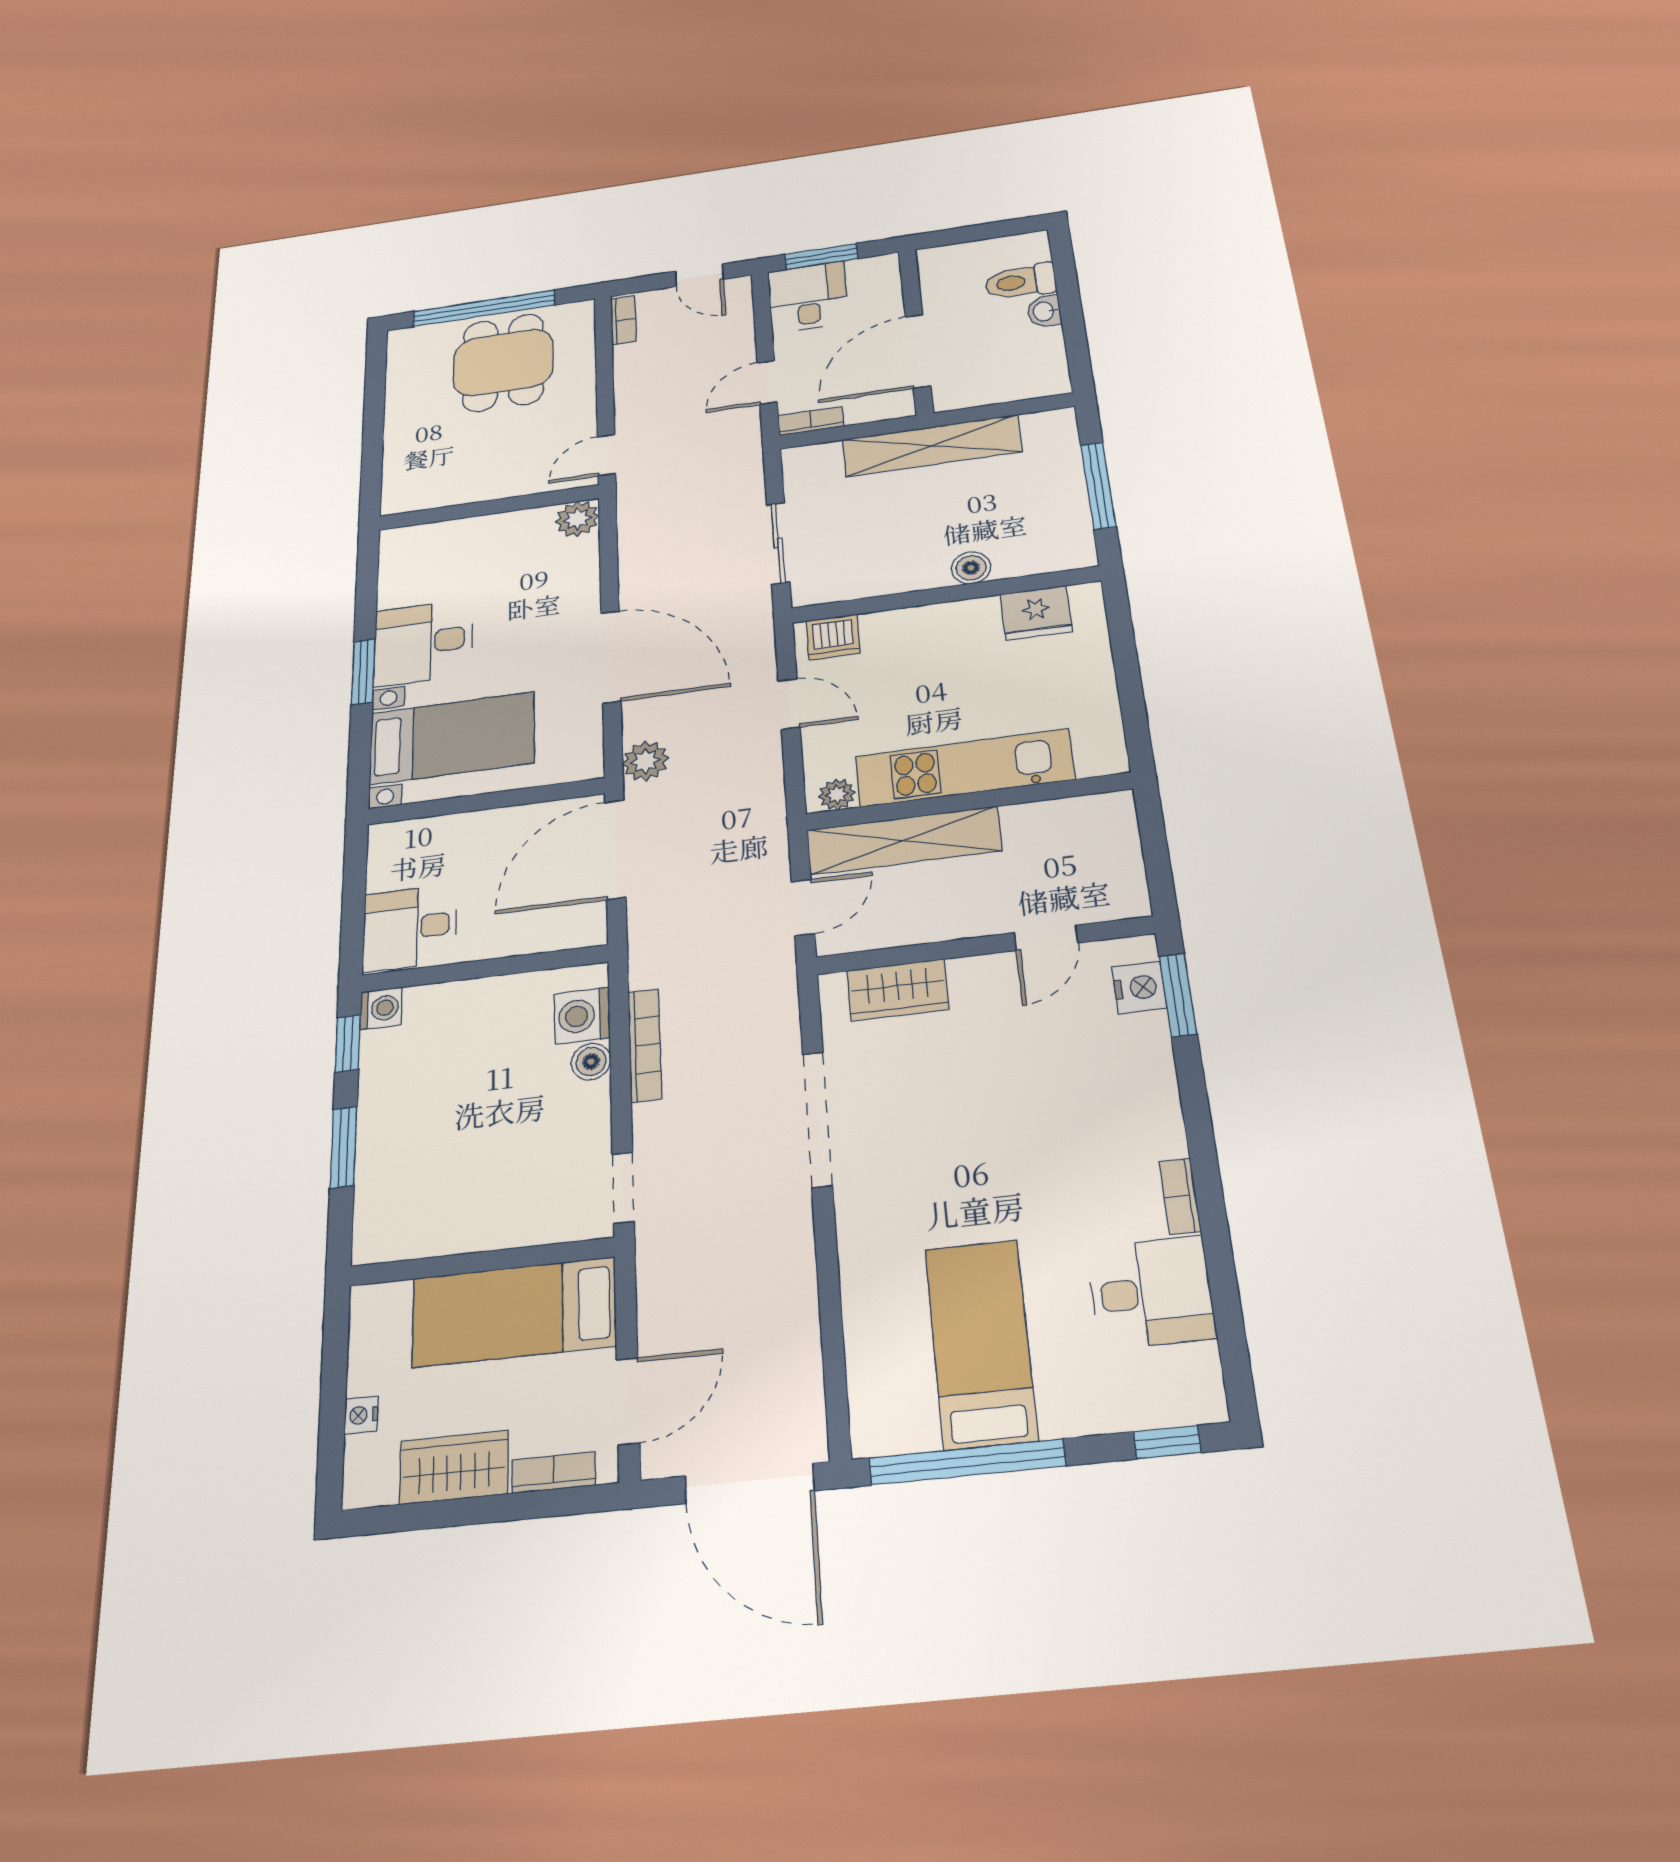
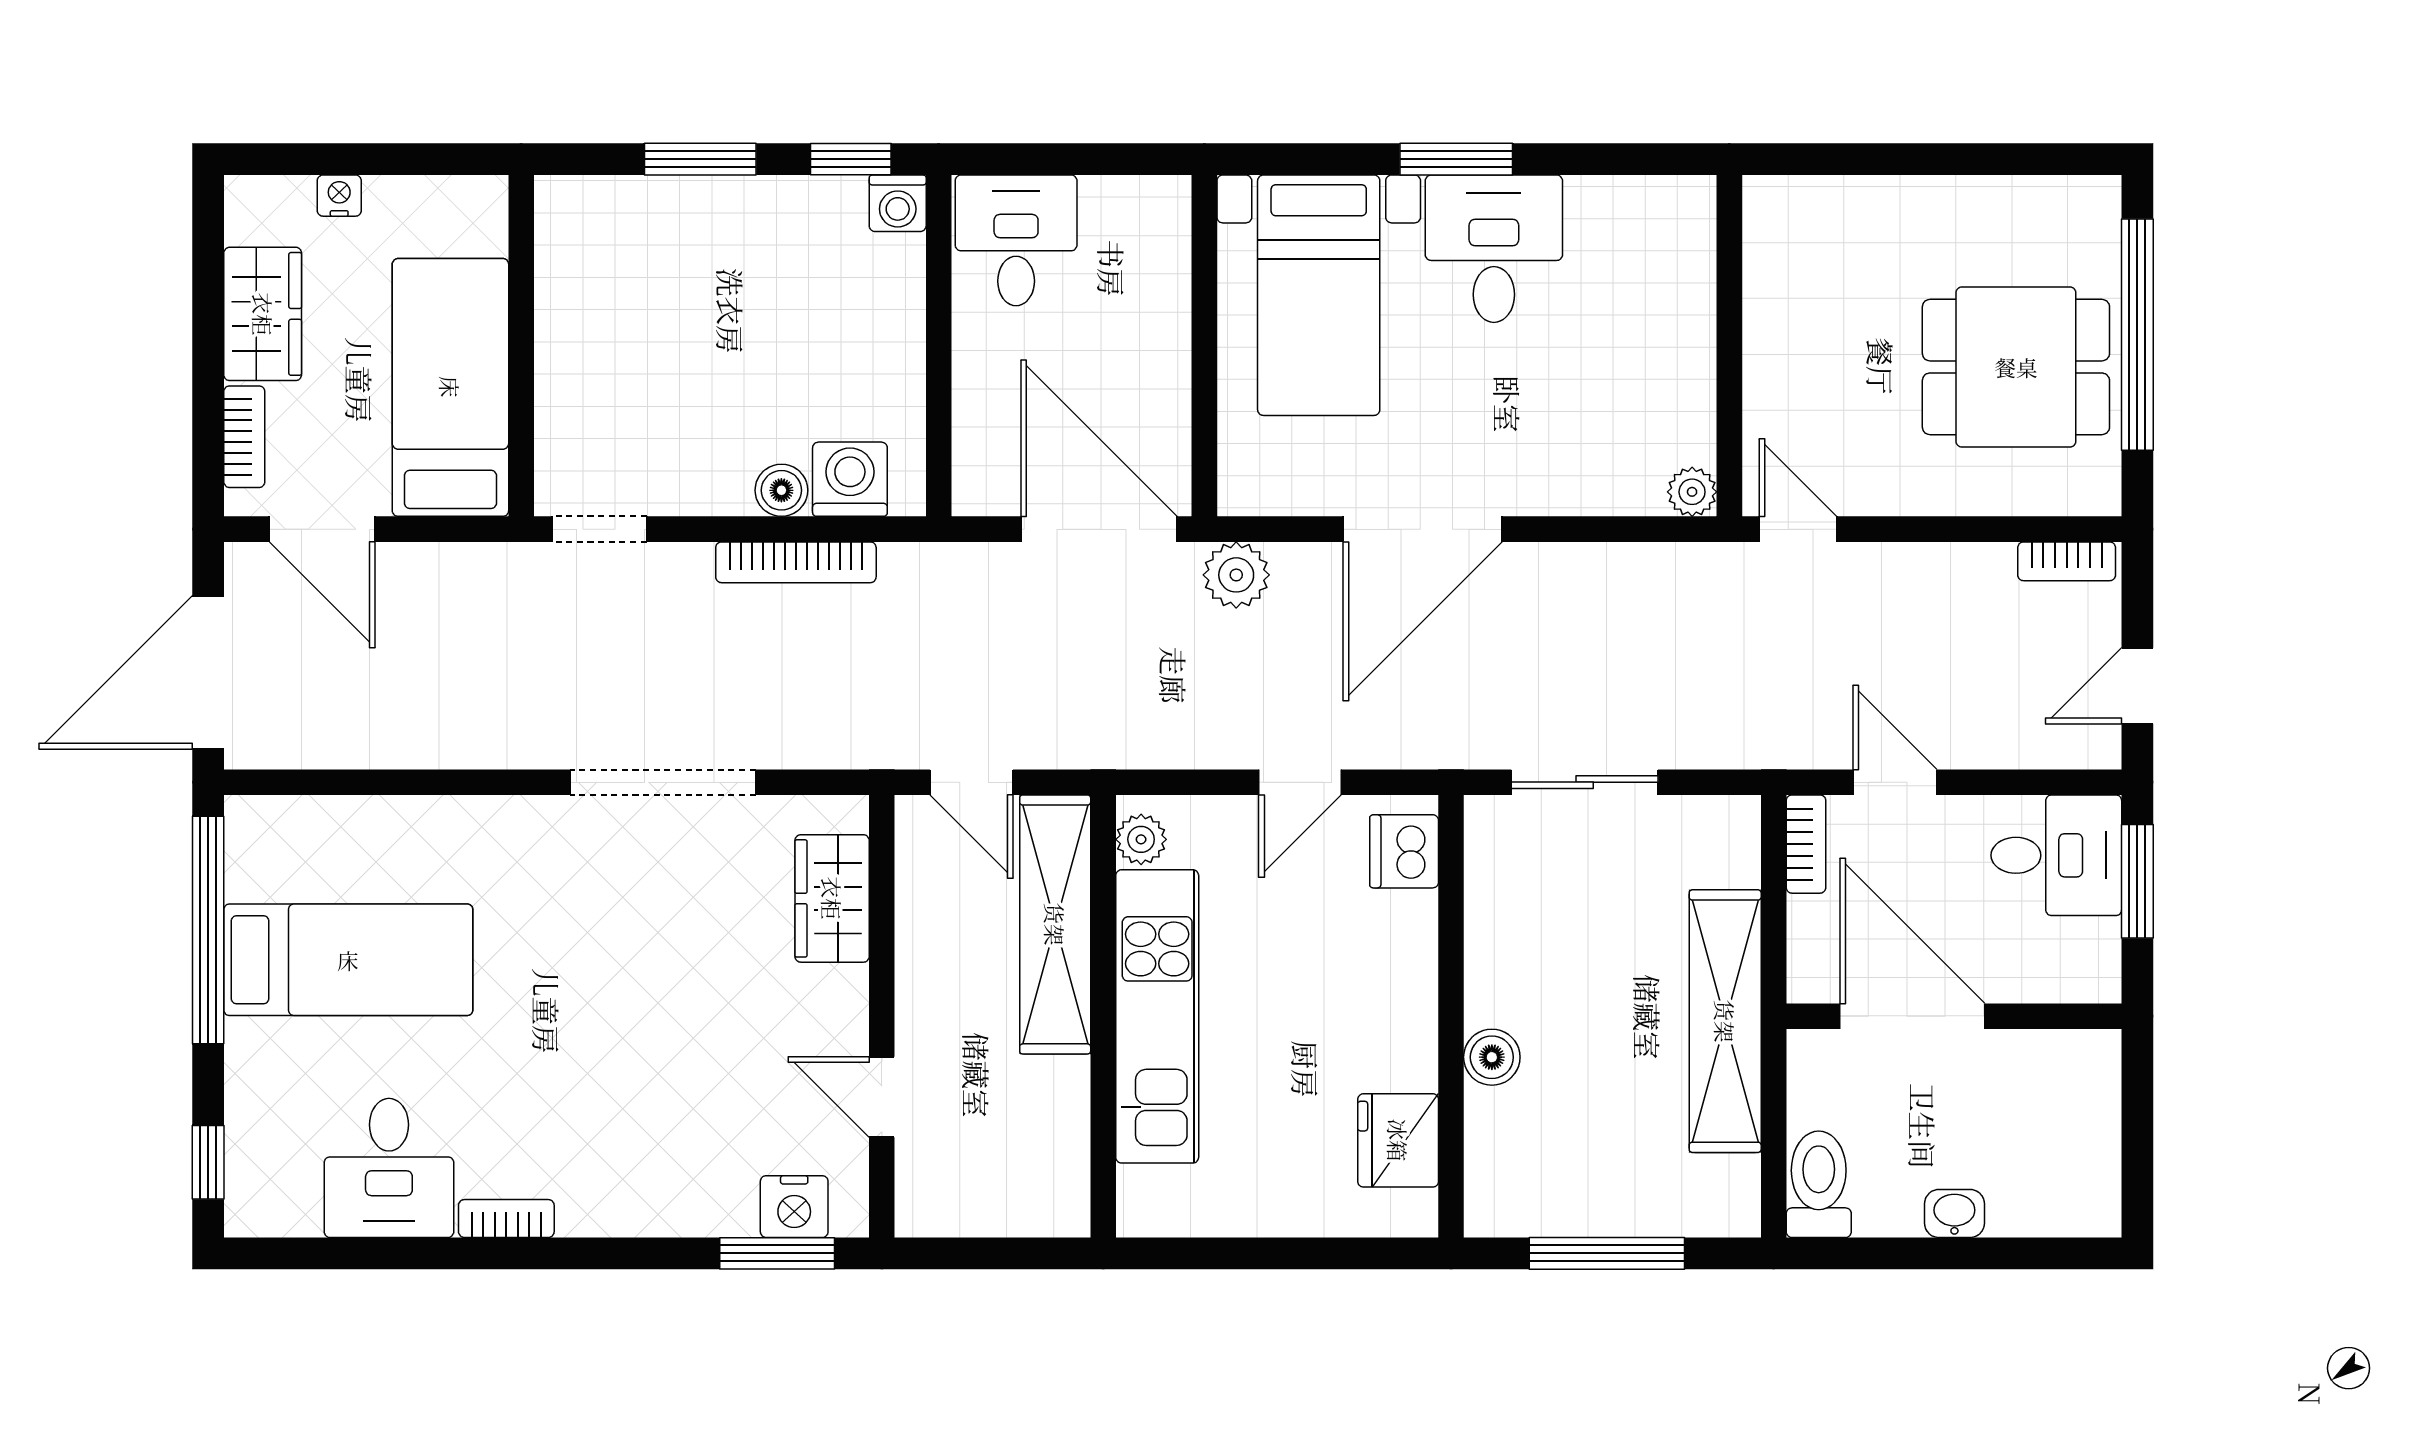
toilet: (1020, 282) -> (1819, 1184), moved
plant: (577, 519) -> (1692, 492), width x0.73, depth x0.73

